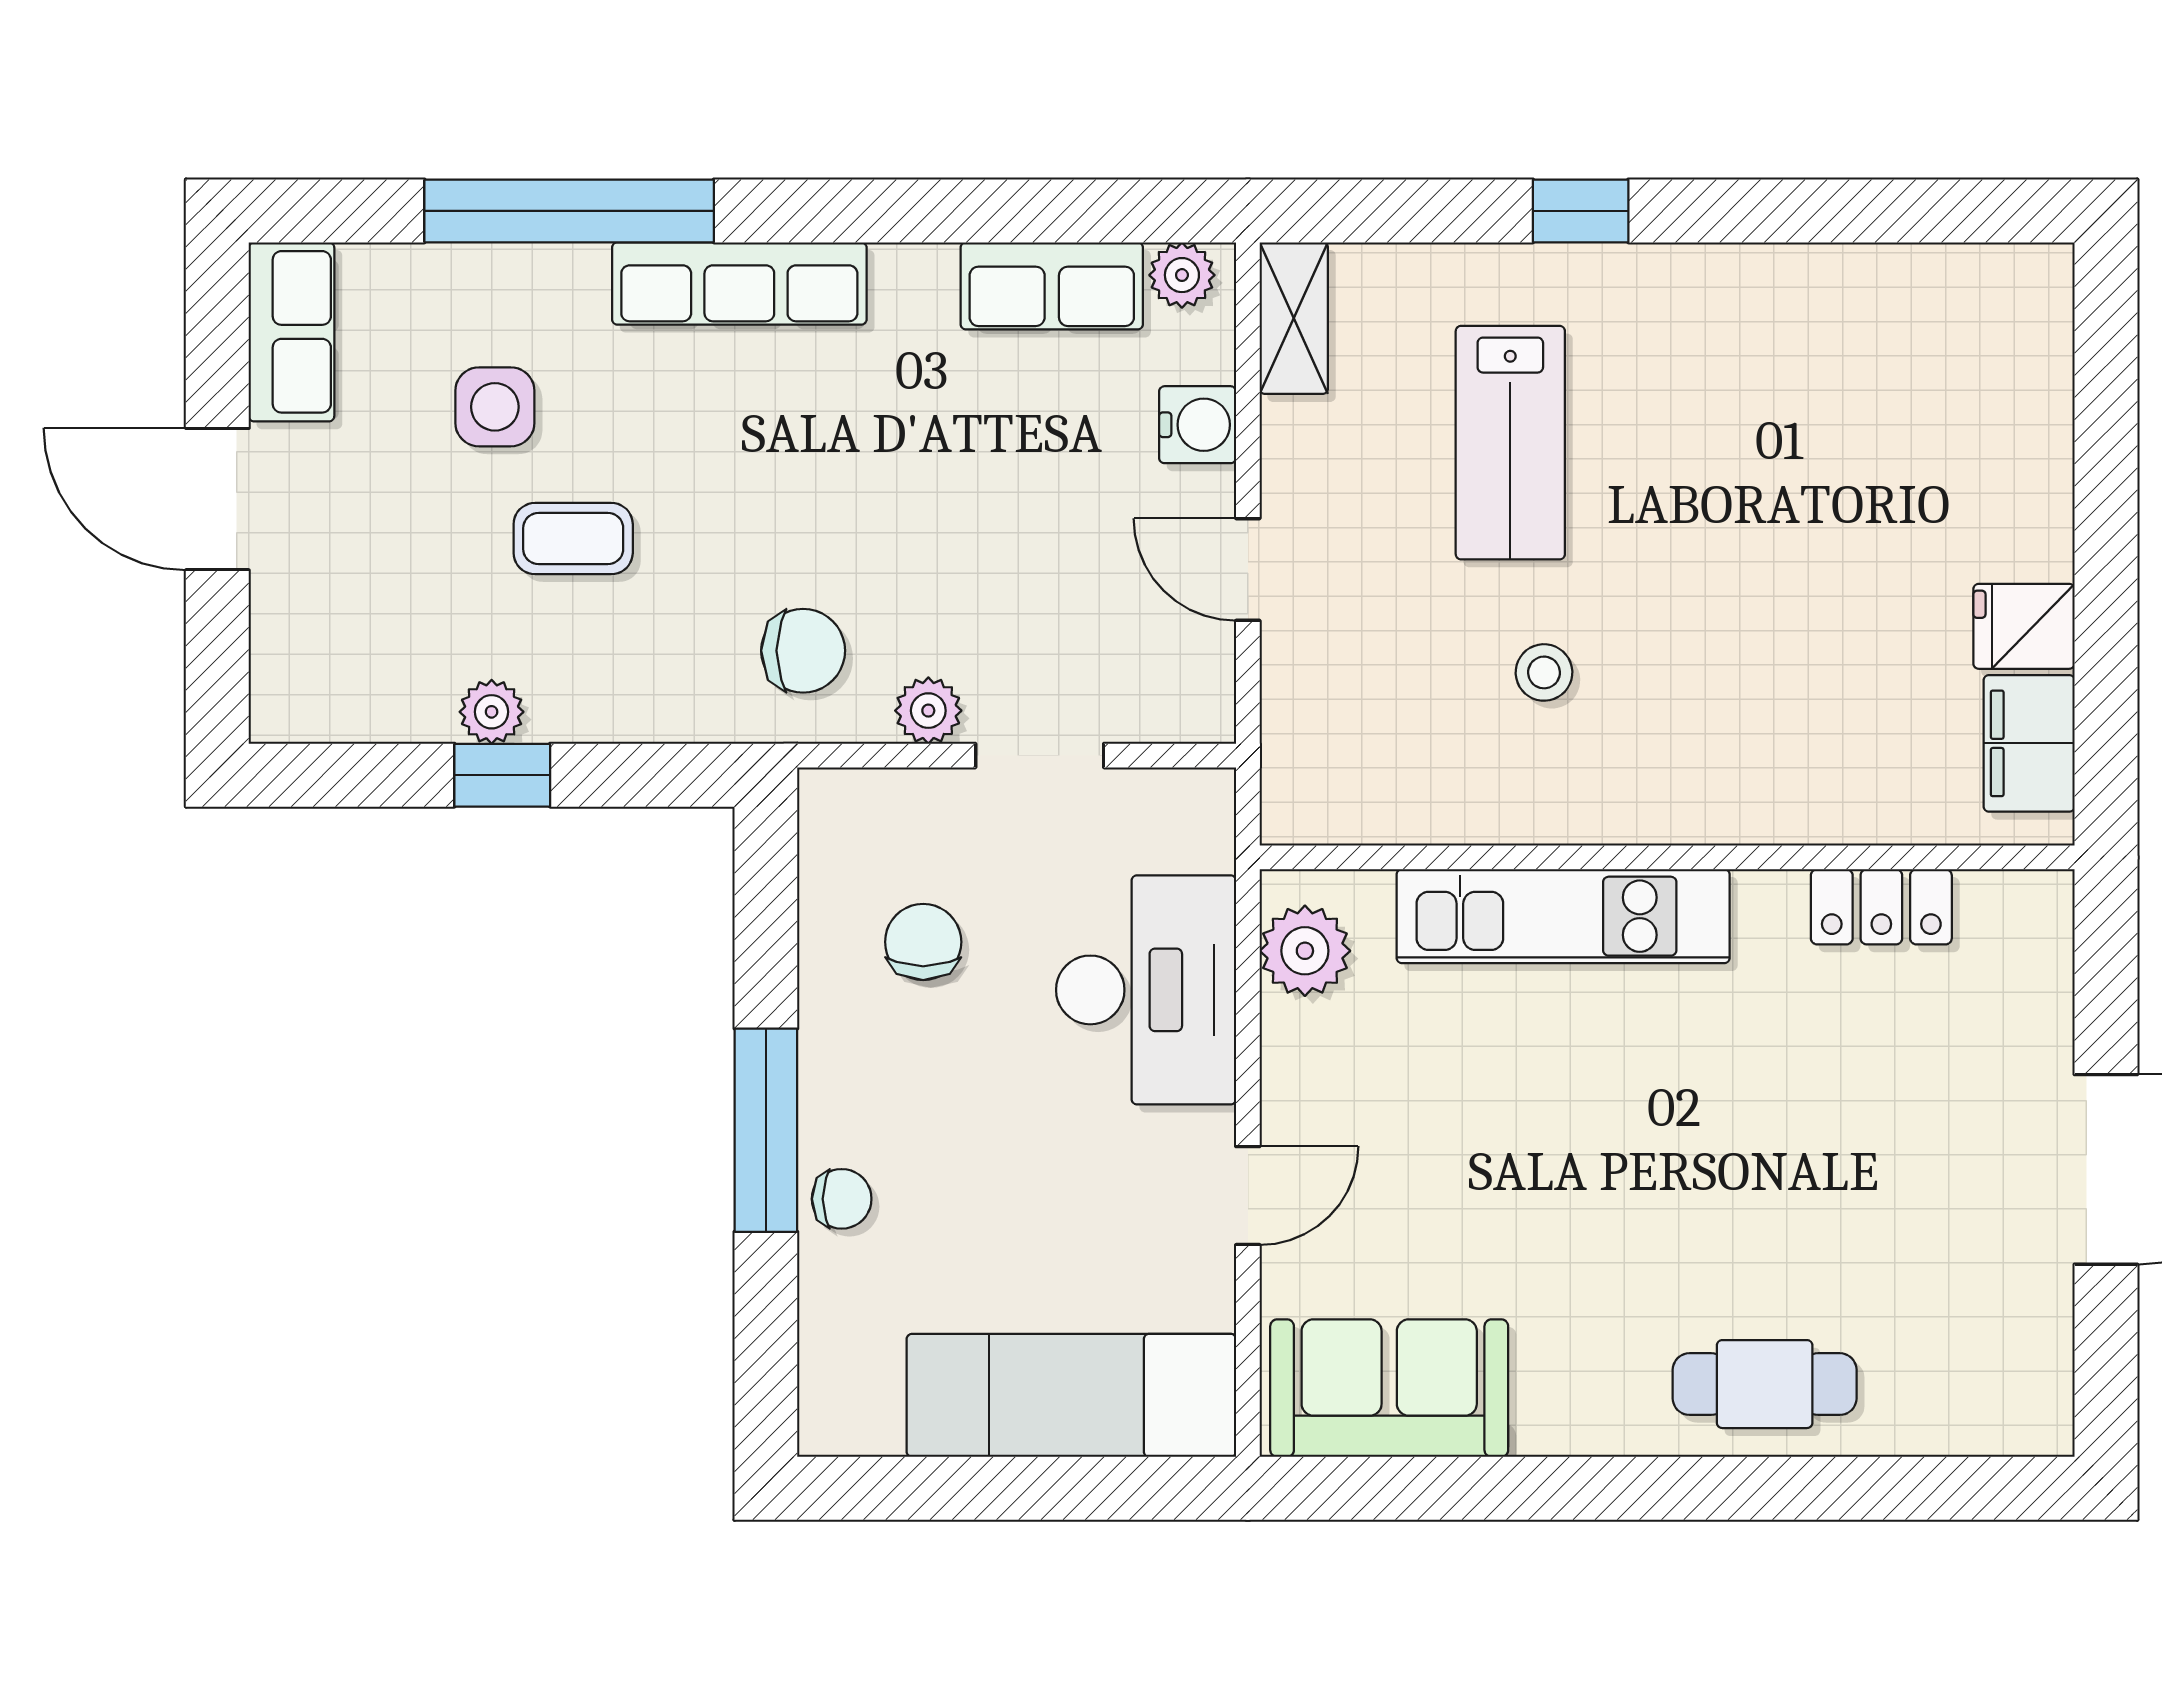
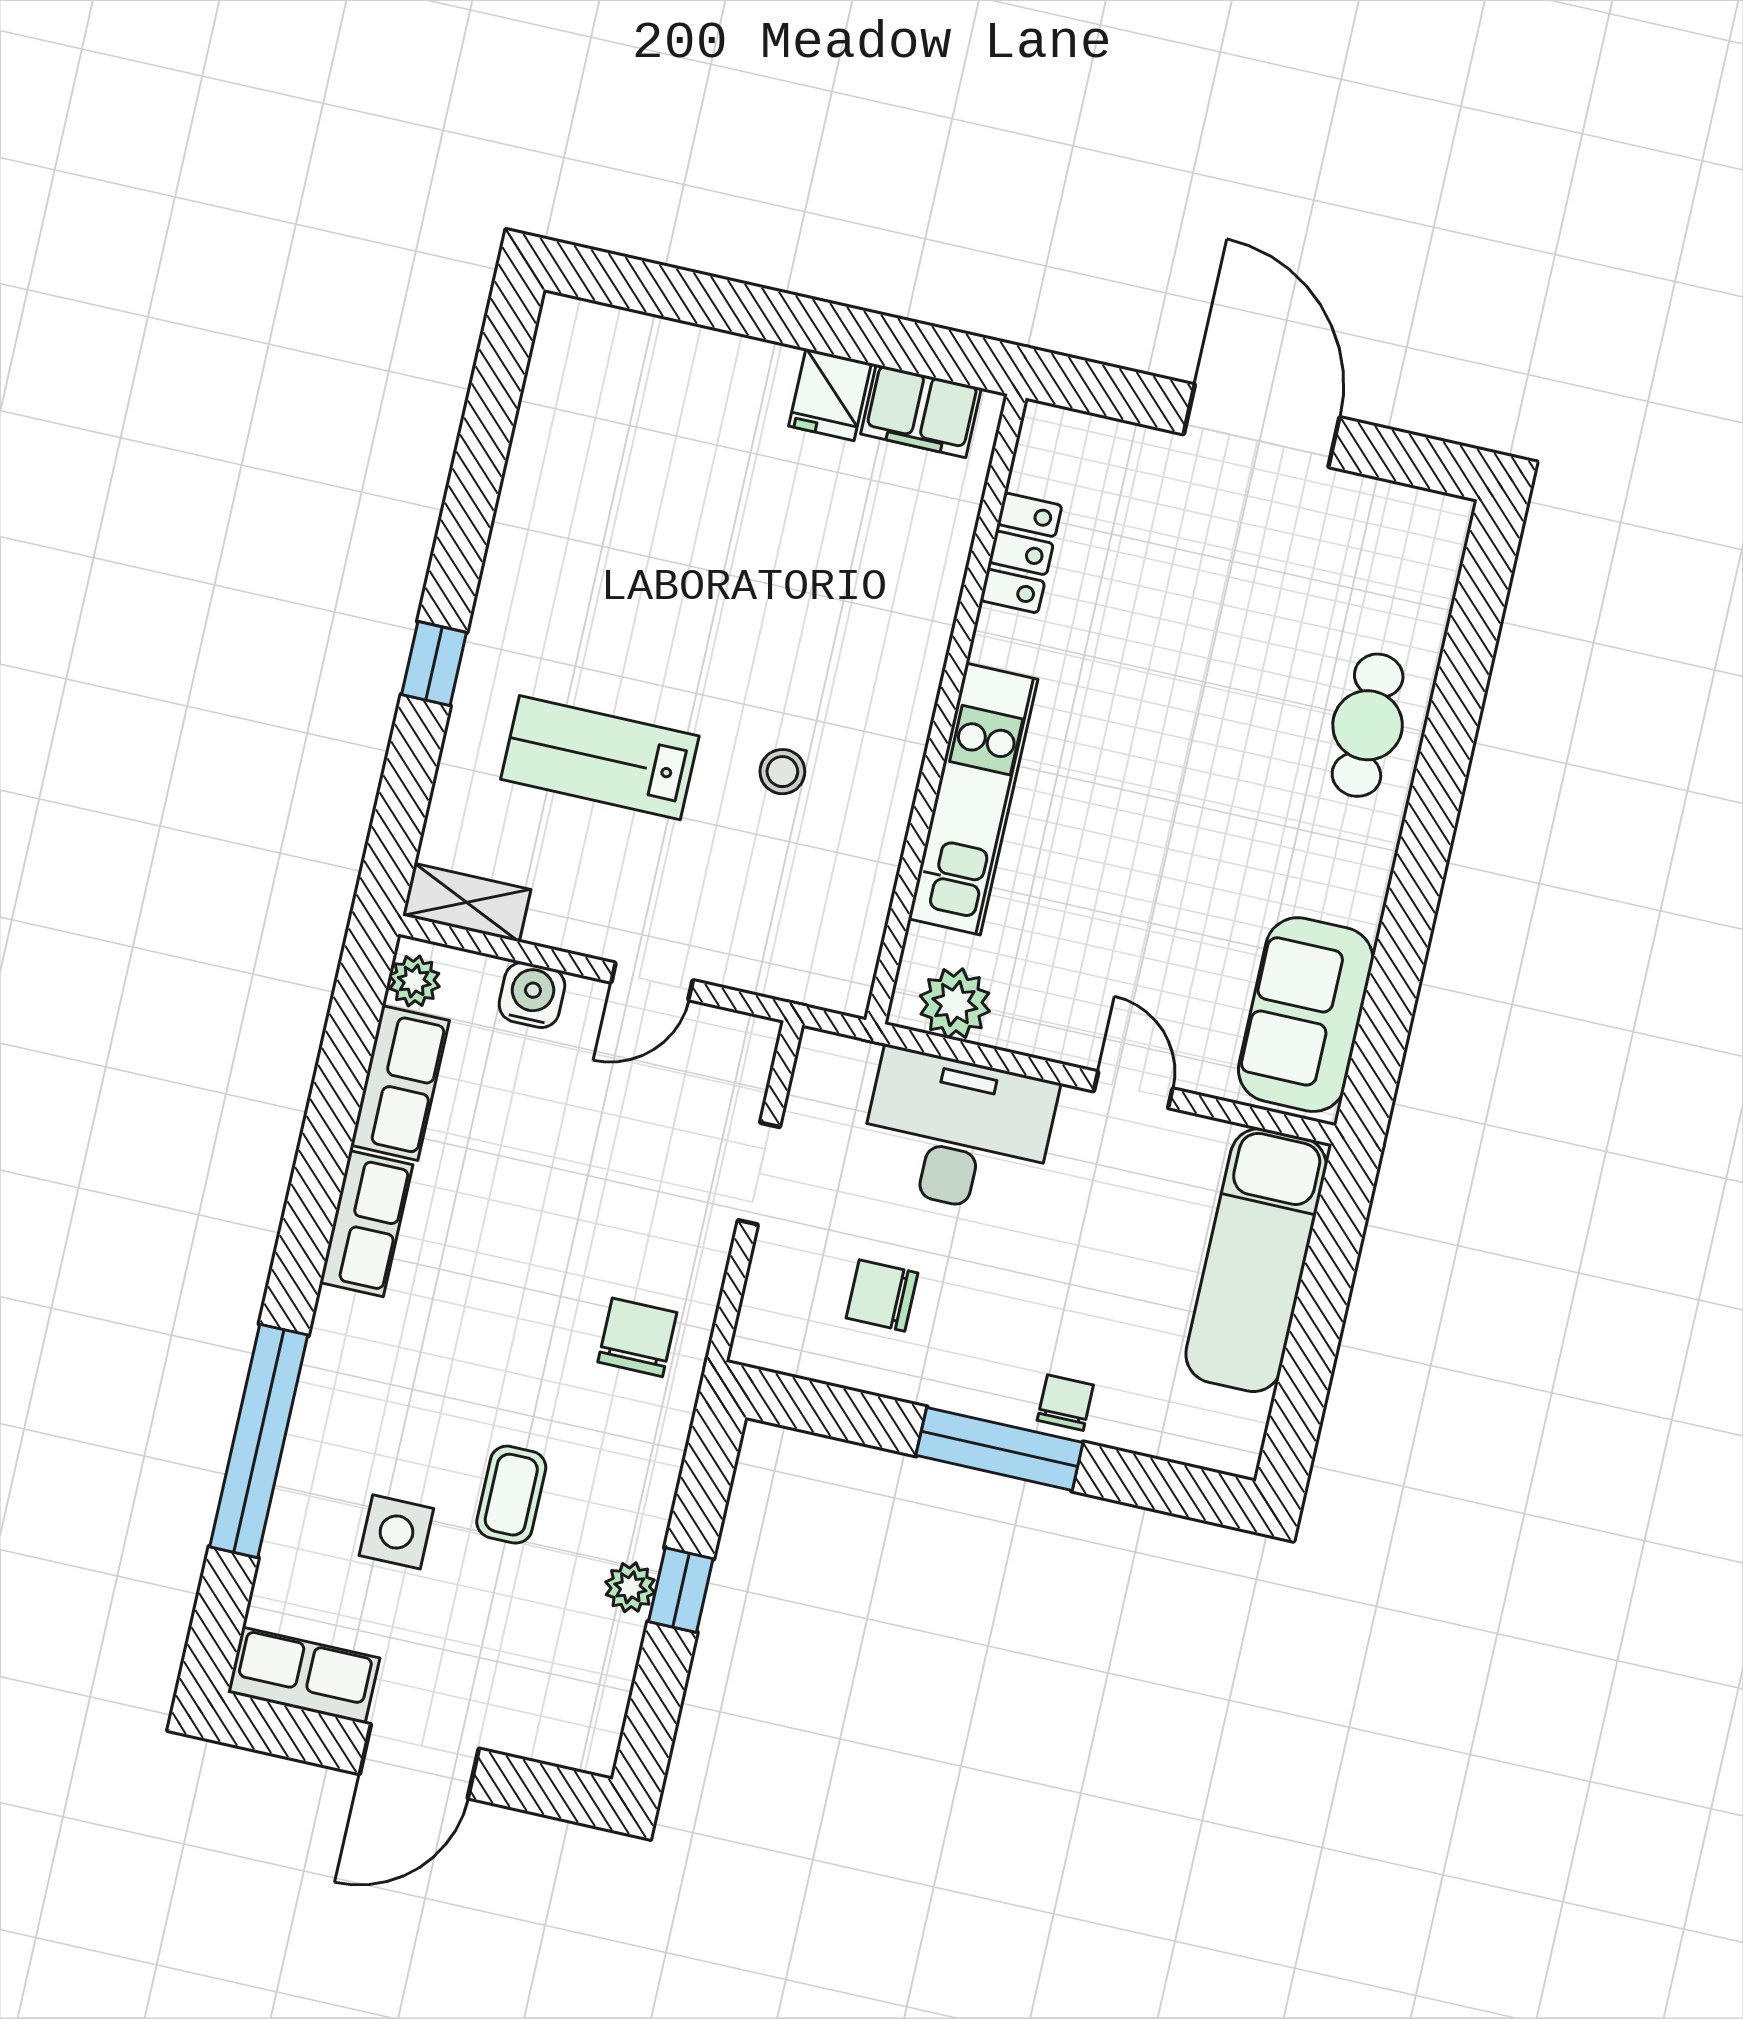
row of seats: (739, 283) -> (366, 1224), moved, width x0.68
lab bench: (1510, 443) -> (600, 758), turned 180
plant: (928, 711) -> (705, 1251), removed

